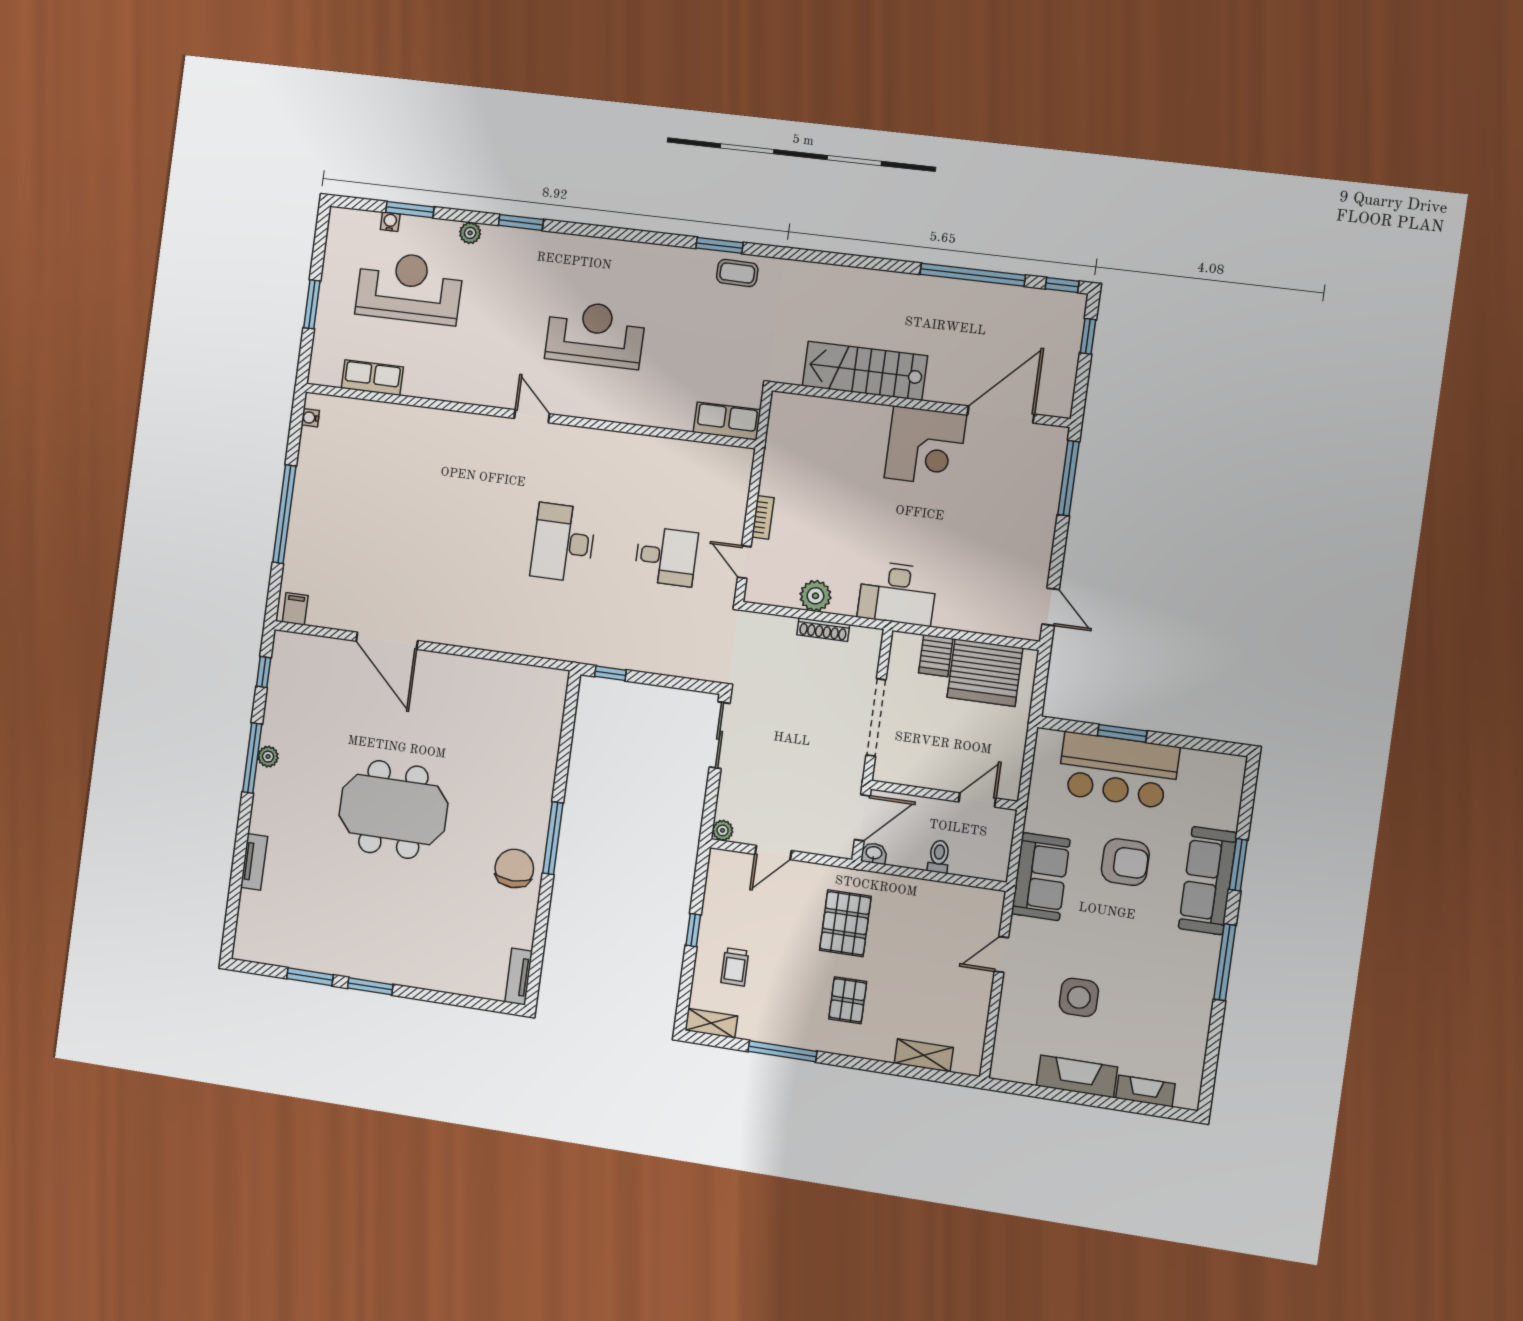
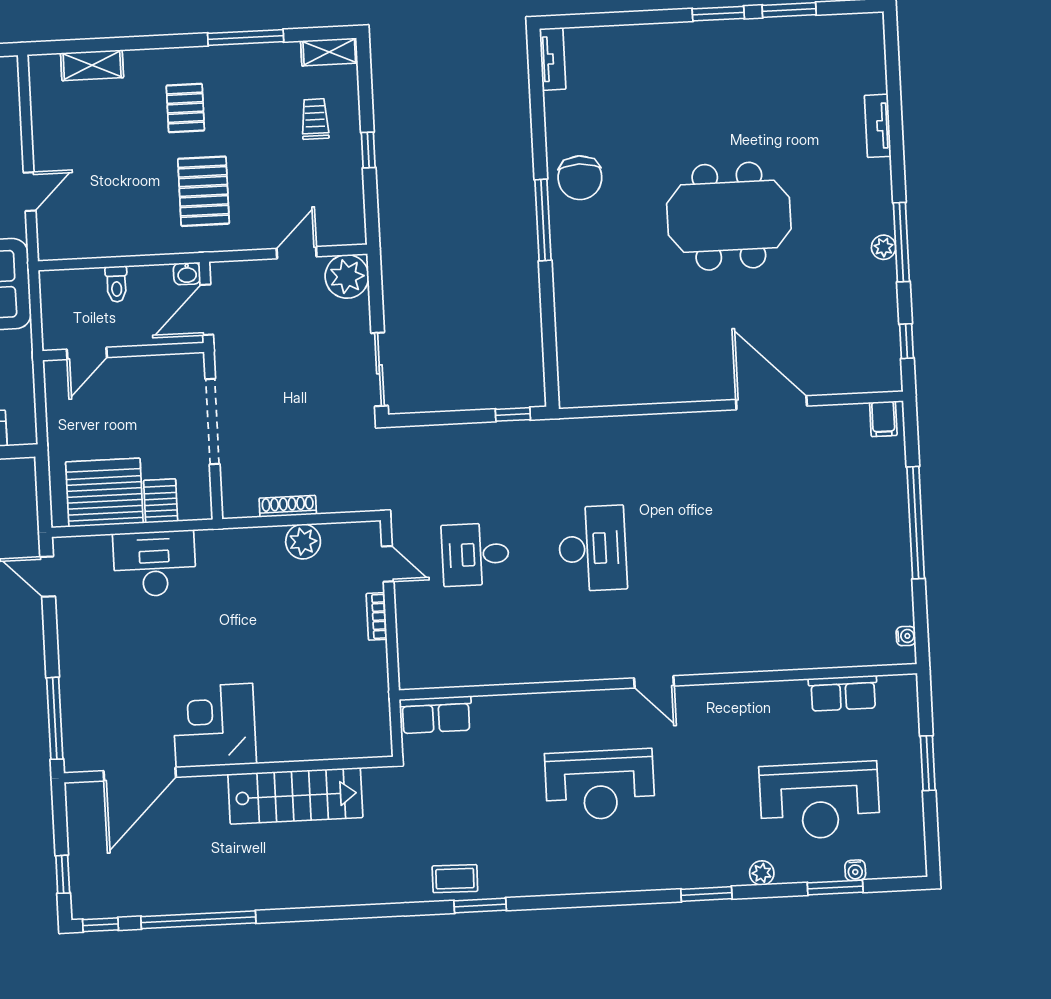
desk: (897, 593) -> (154, 564), moved
plant: (723, 830) -> (347, 276), width x1.88, depth x1.88

